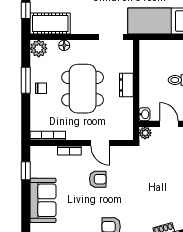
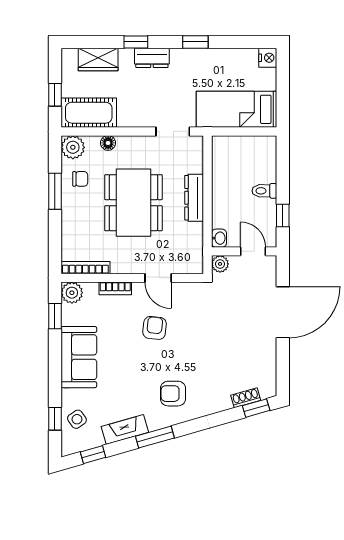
dresser: (126, 85) -> (194, 198), width x1.44
chair: (41, 88) -> (80, 179), moved
plant: (38, 154) -> (72, 293), added
armchair: (98, 179) -> (155, 328), turned -84

